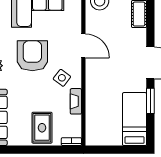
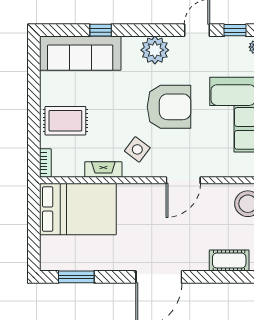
window: (150, 101) -> (76, 277), moved
bed: (135, 119) -> (78, 209), moved, width x1.50

